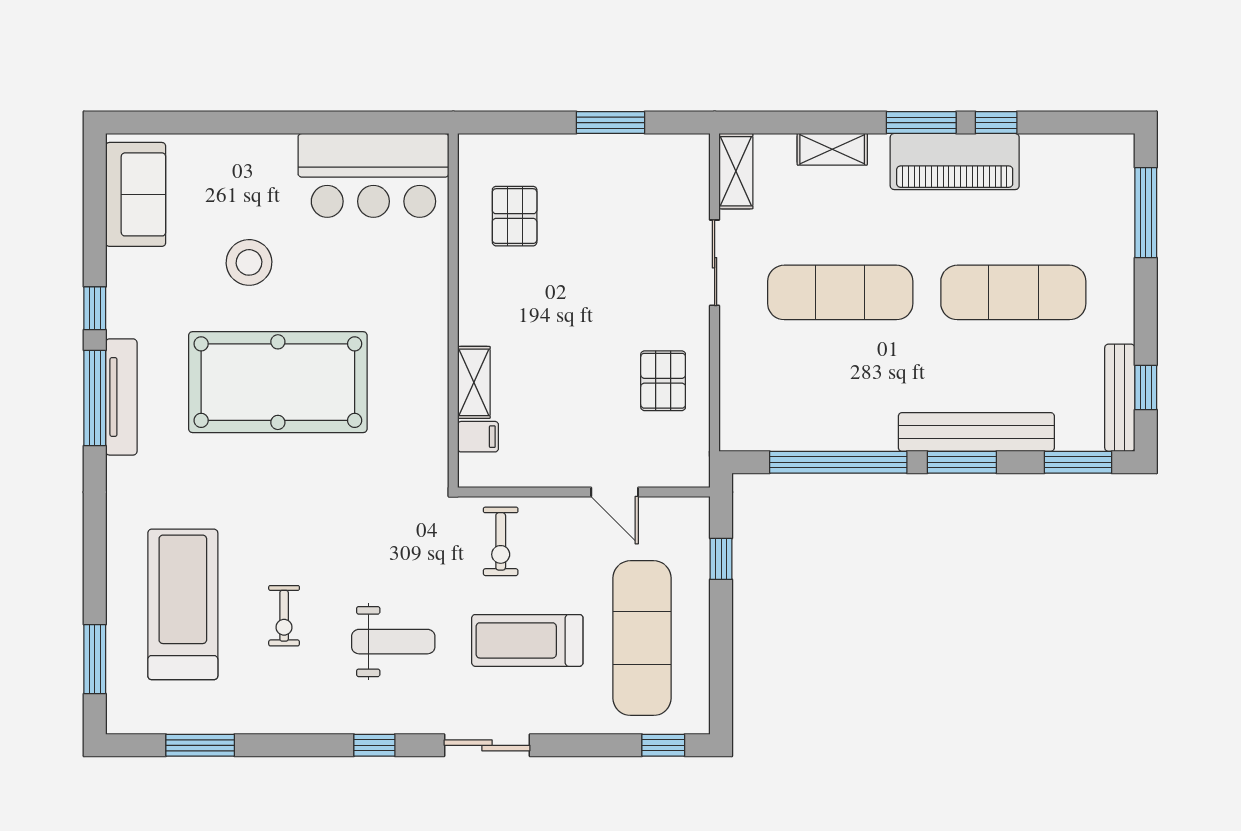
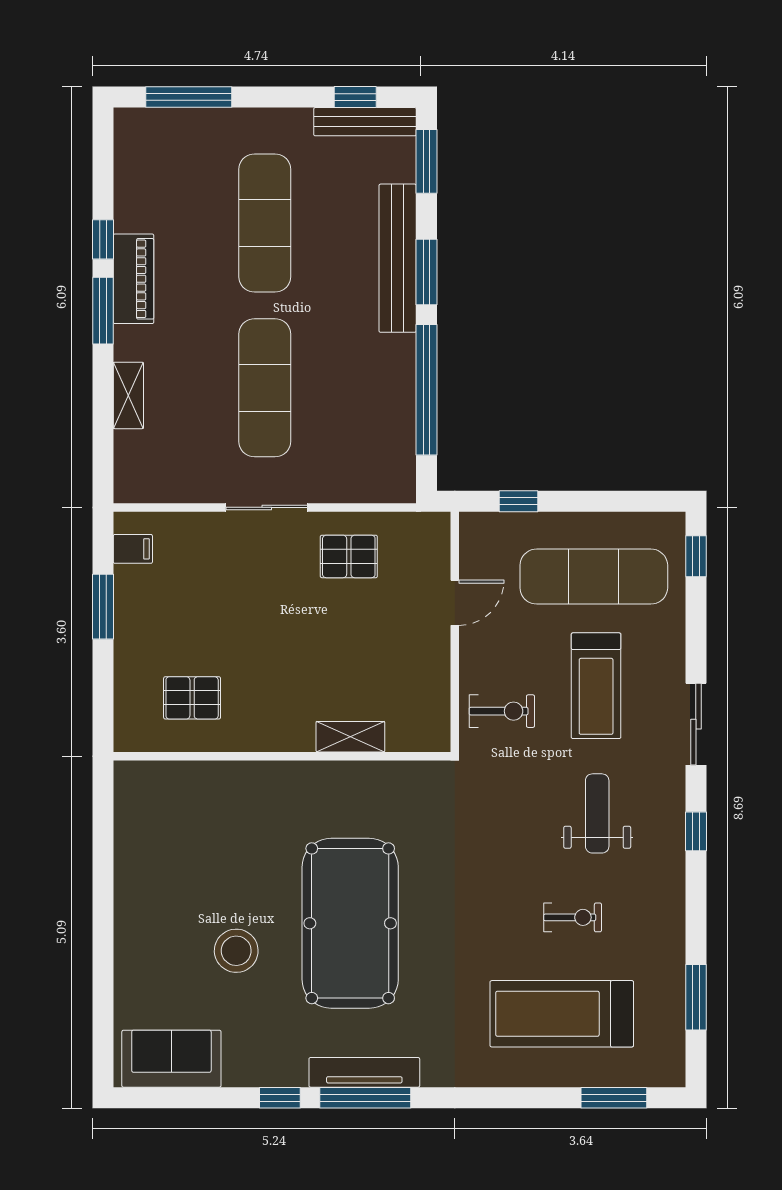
piano: (955, 162) -> (133, 279), width x0.73, depth x0.75
shelving: (736, 171) -> (149, 487), removed
bar counter: (373, 175) -> (153, 832), removed
sliding door: (715, 263) -> (267, 507), moved
filing cabinet: (478, 437) -> (133, 549), moved, turned 90

